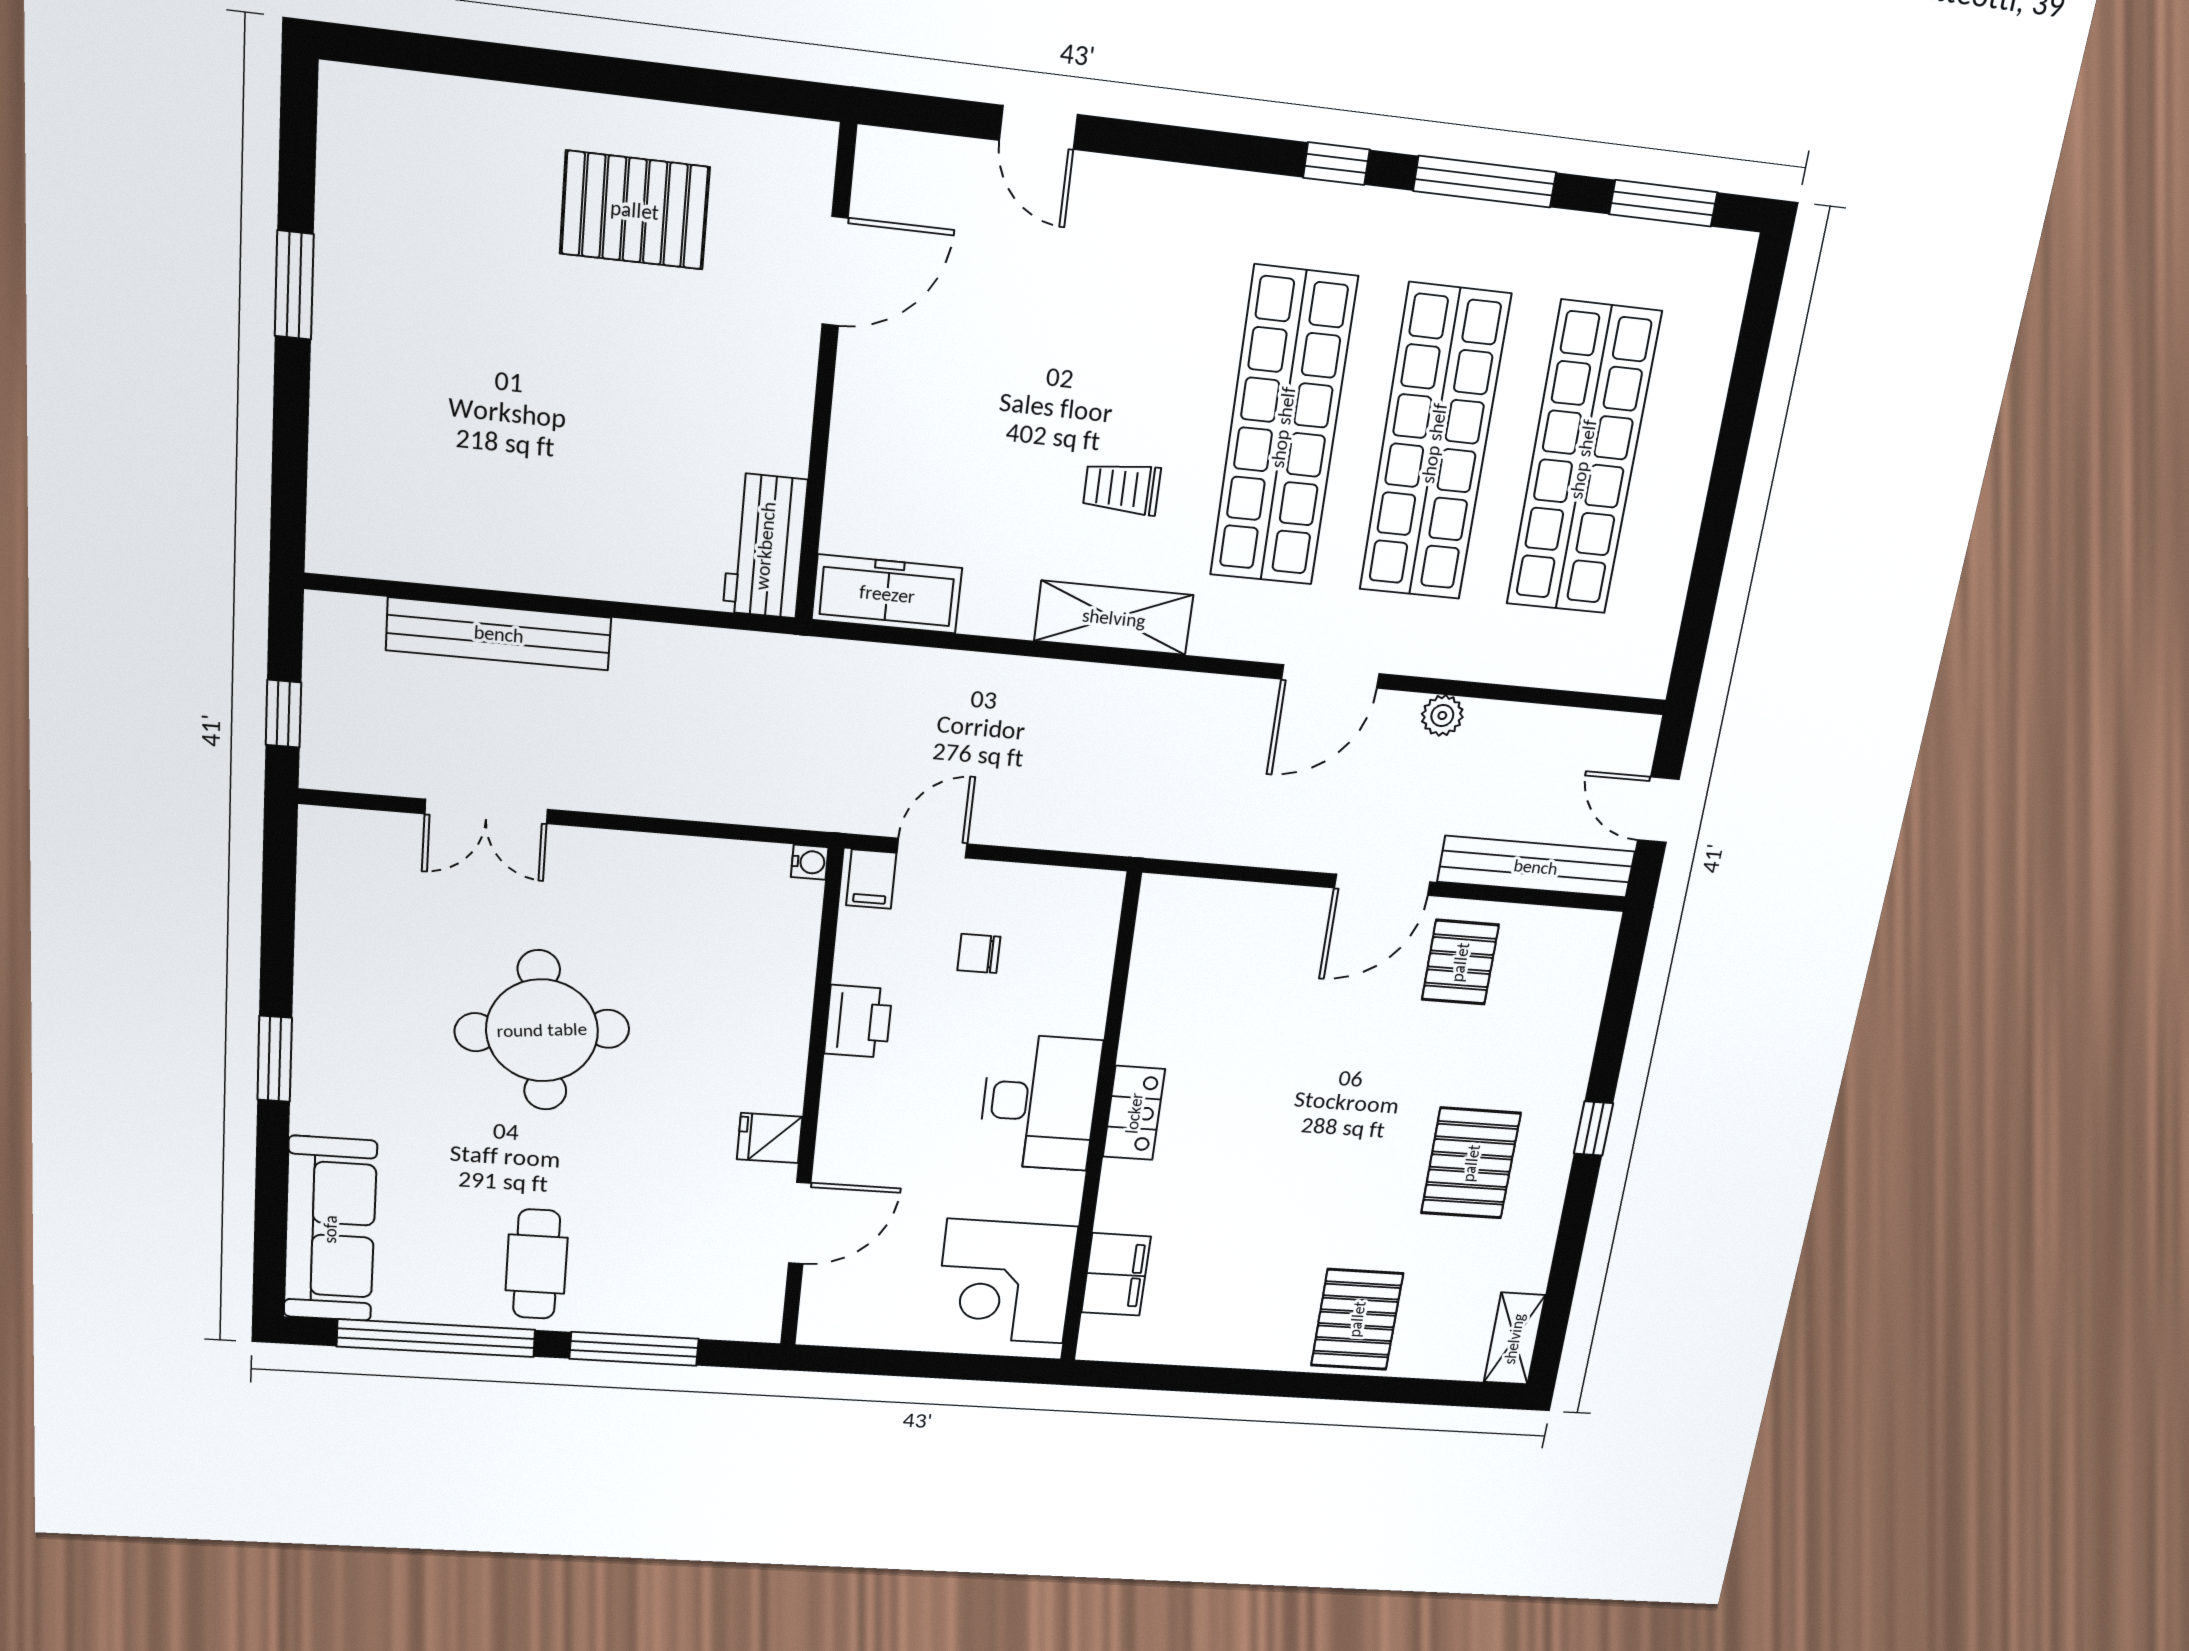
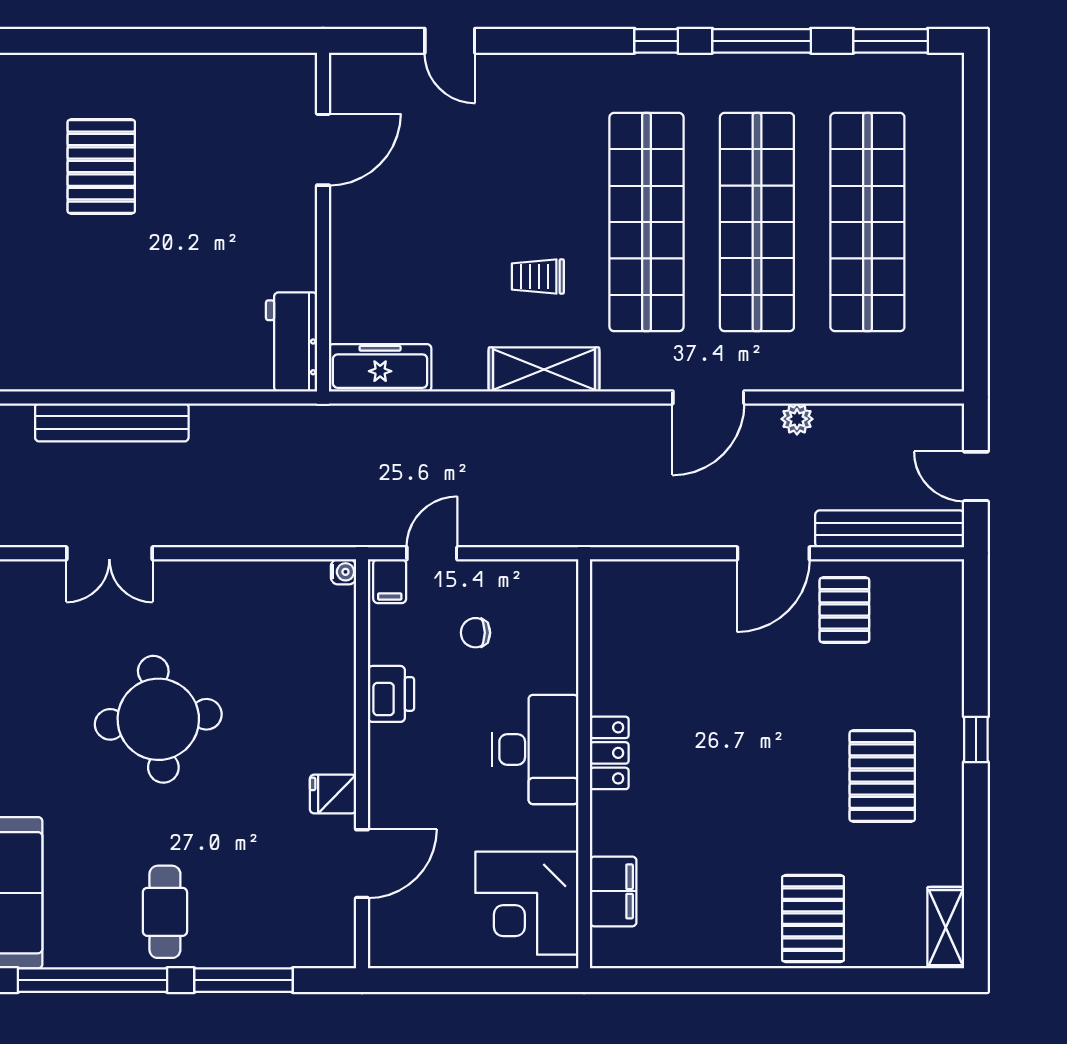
pallet: (635, 210) -> (101, 167), moved, turned 90

